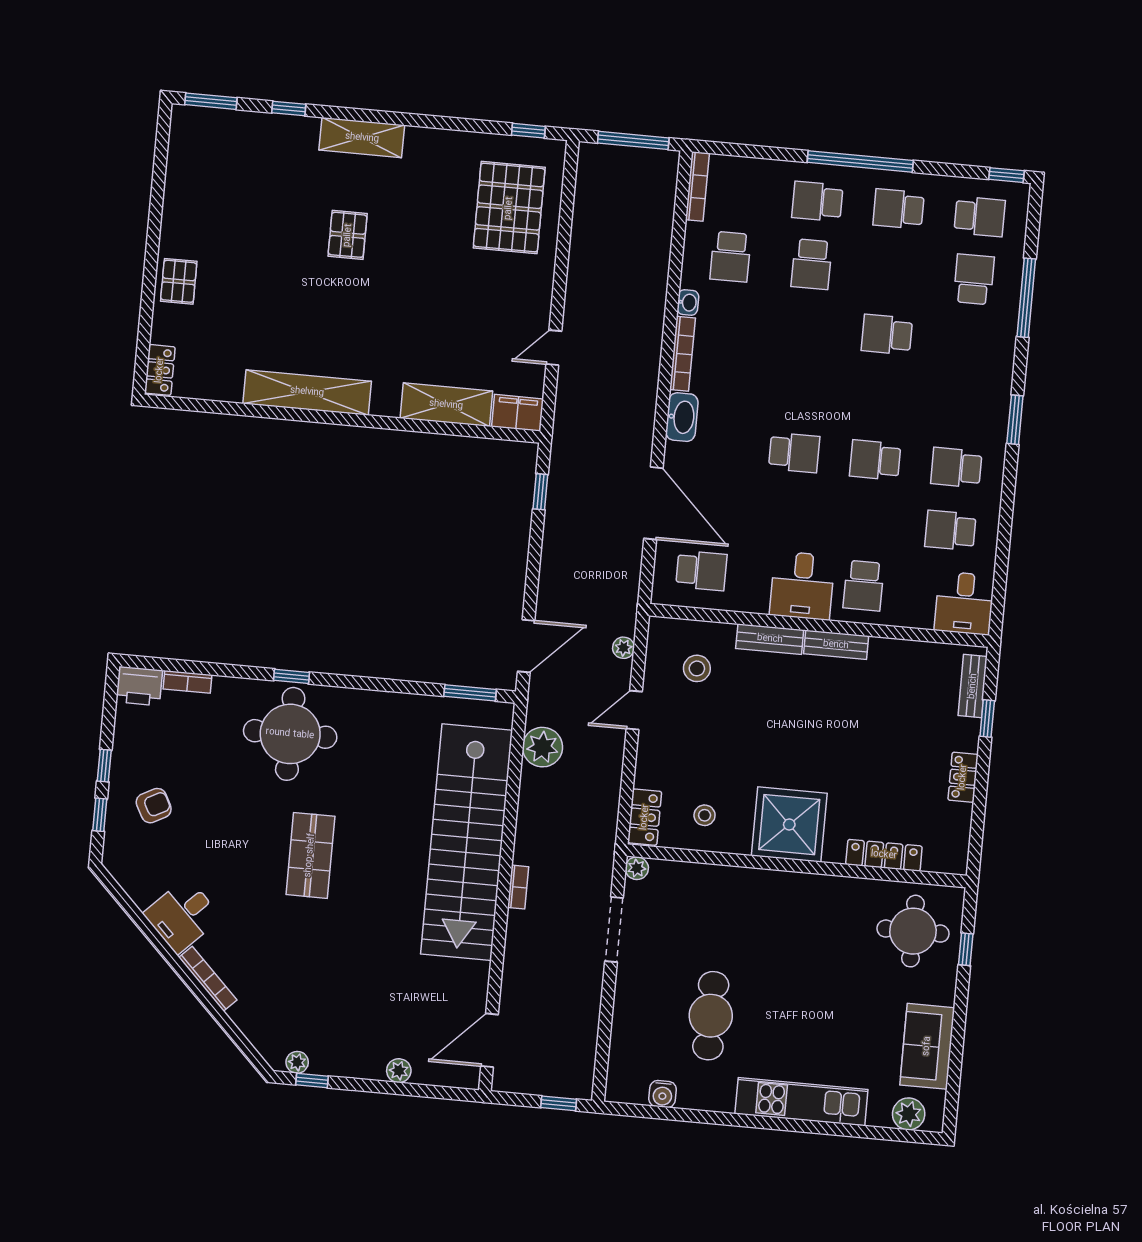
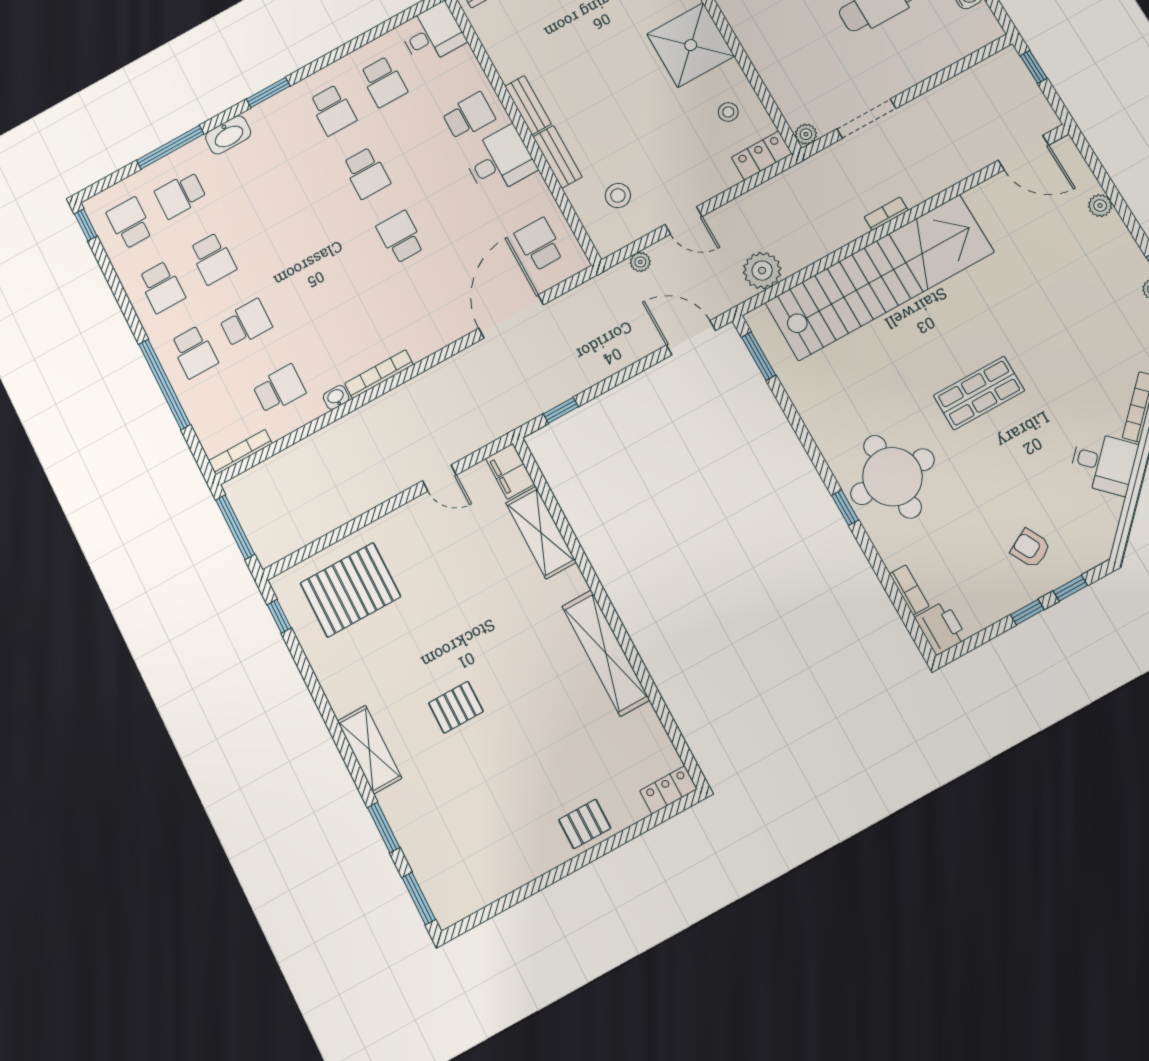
window: (289, 108) -> (384, 827), width x1.50
window: (860, 161) -> (165, 384), moved
school desk: (887, 335) -> (213, 259), moved
washbasin: (682, 417) -> (228, 135), moved, turned 180

